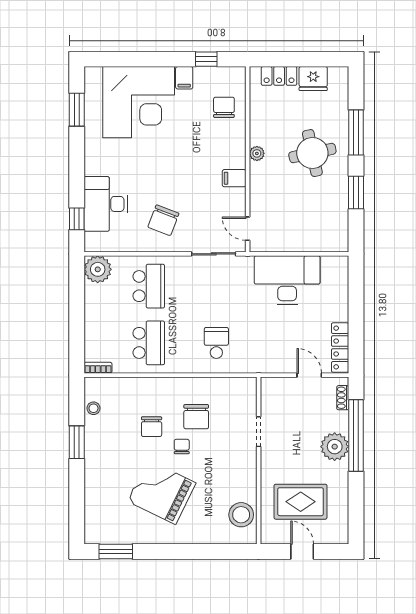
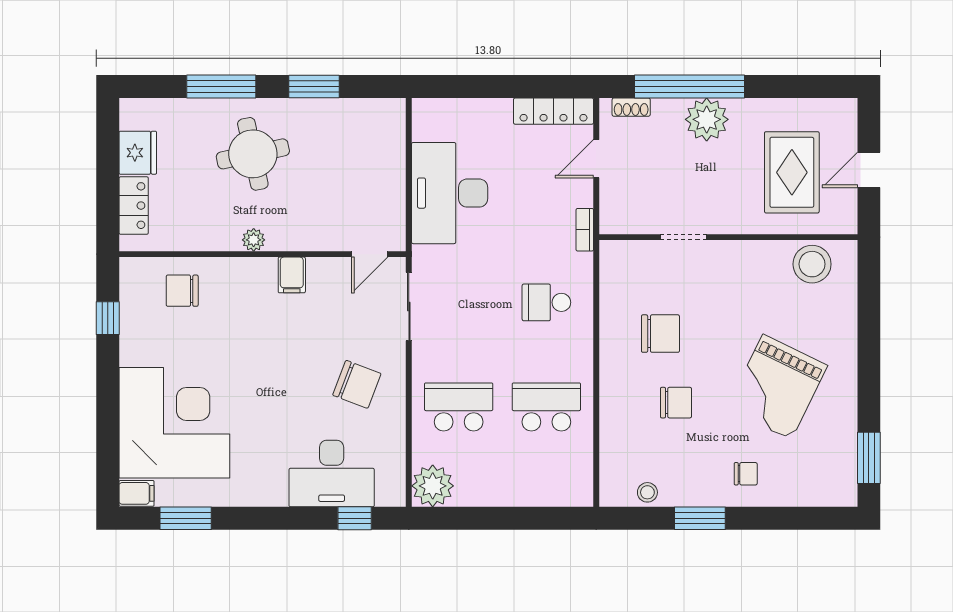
filing cabinet: (184, 78) -> (137, 493), moved
bookcase: (98, 368) -> (585, 230), moved
chair: (182, 446) -> (746, 474), moved, turned 180

